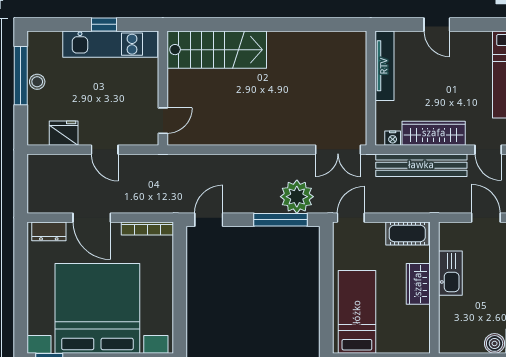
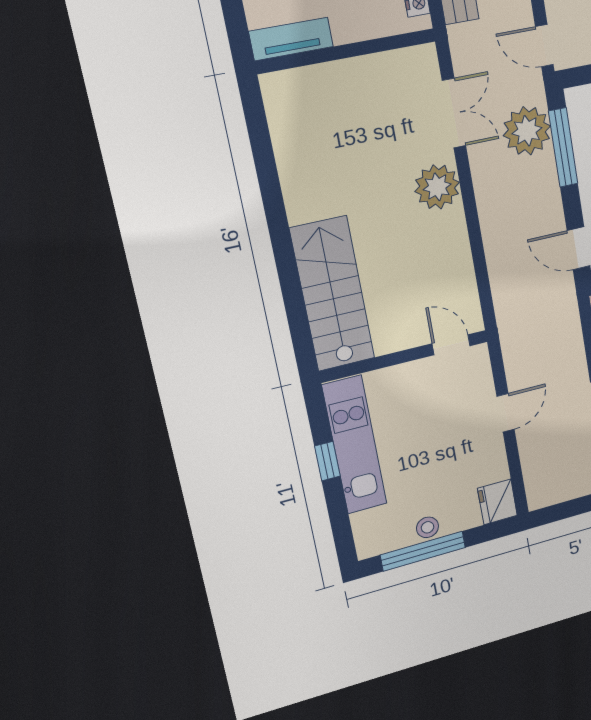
tv unit: (384, 66) -> (291, 39), width x0.71
plant: (272, 130) -> (437, 187), added
fridge: (64, 133) -> (497, 502), moved
double door: (338, 150) -> (454, 113), moved

